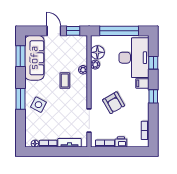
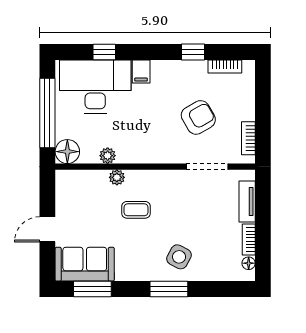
window: (73, 31) -> (47, 195), removed
floor lamp: (97, 52) -> (67, 152), moved
sofa: (34, 58) -> (85, 264), width x0.73
window: (153, 96) -> (193, 52), moved
armchair: (114, 103) -> (198, 117), moved
printer: (121, 142) -> (246, 110), removed

